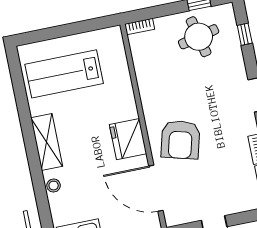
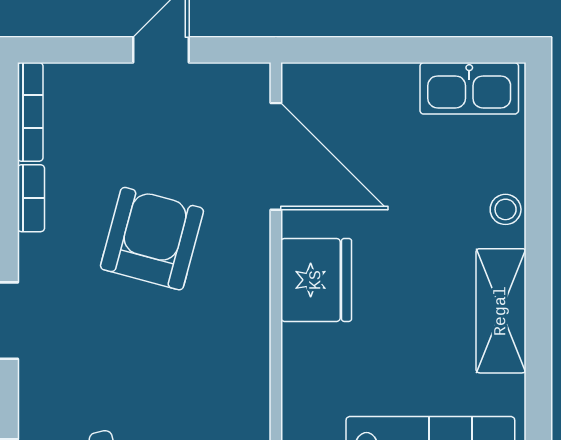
armchair: (180, 140) -> (152, 239), moved

